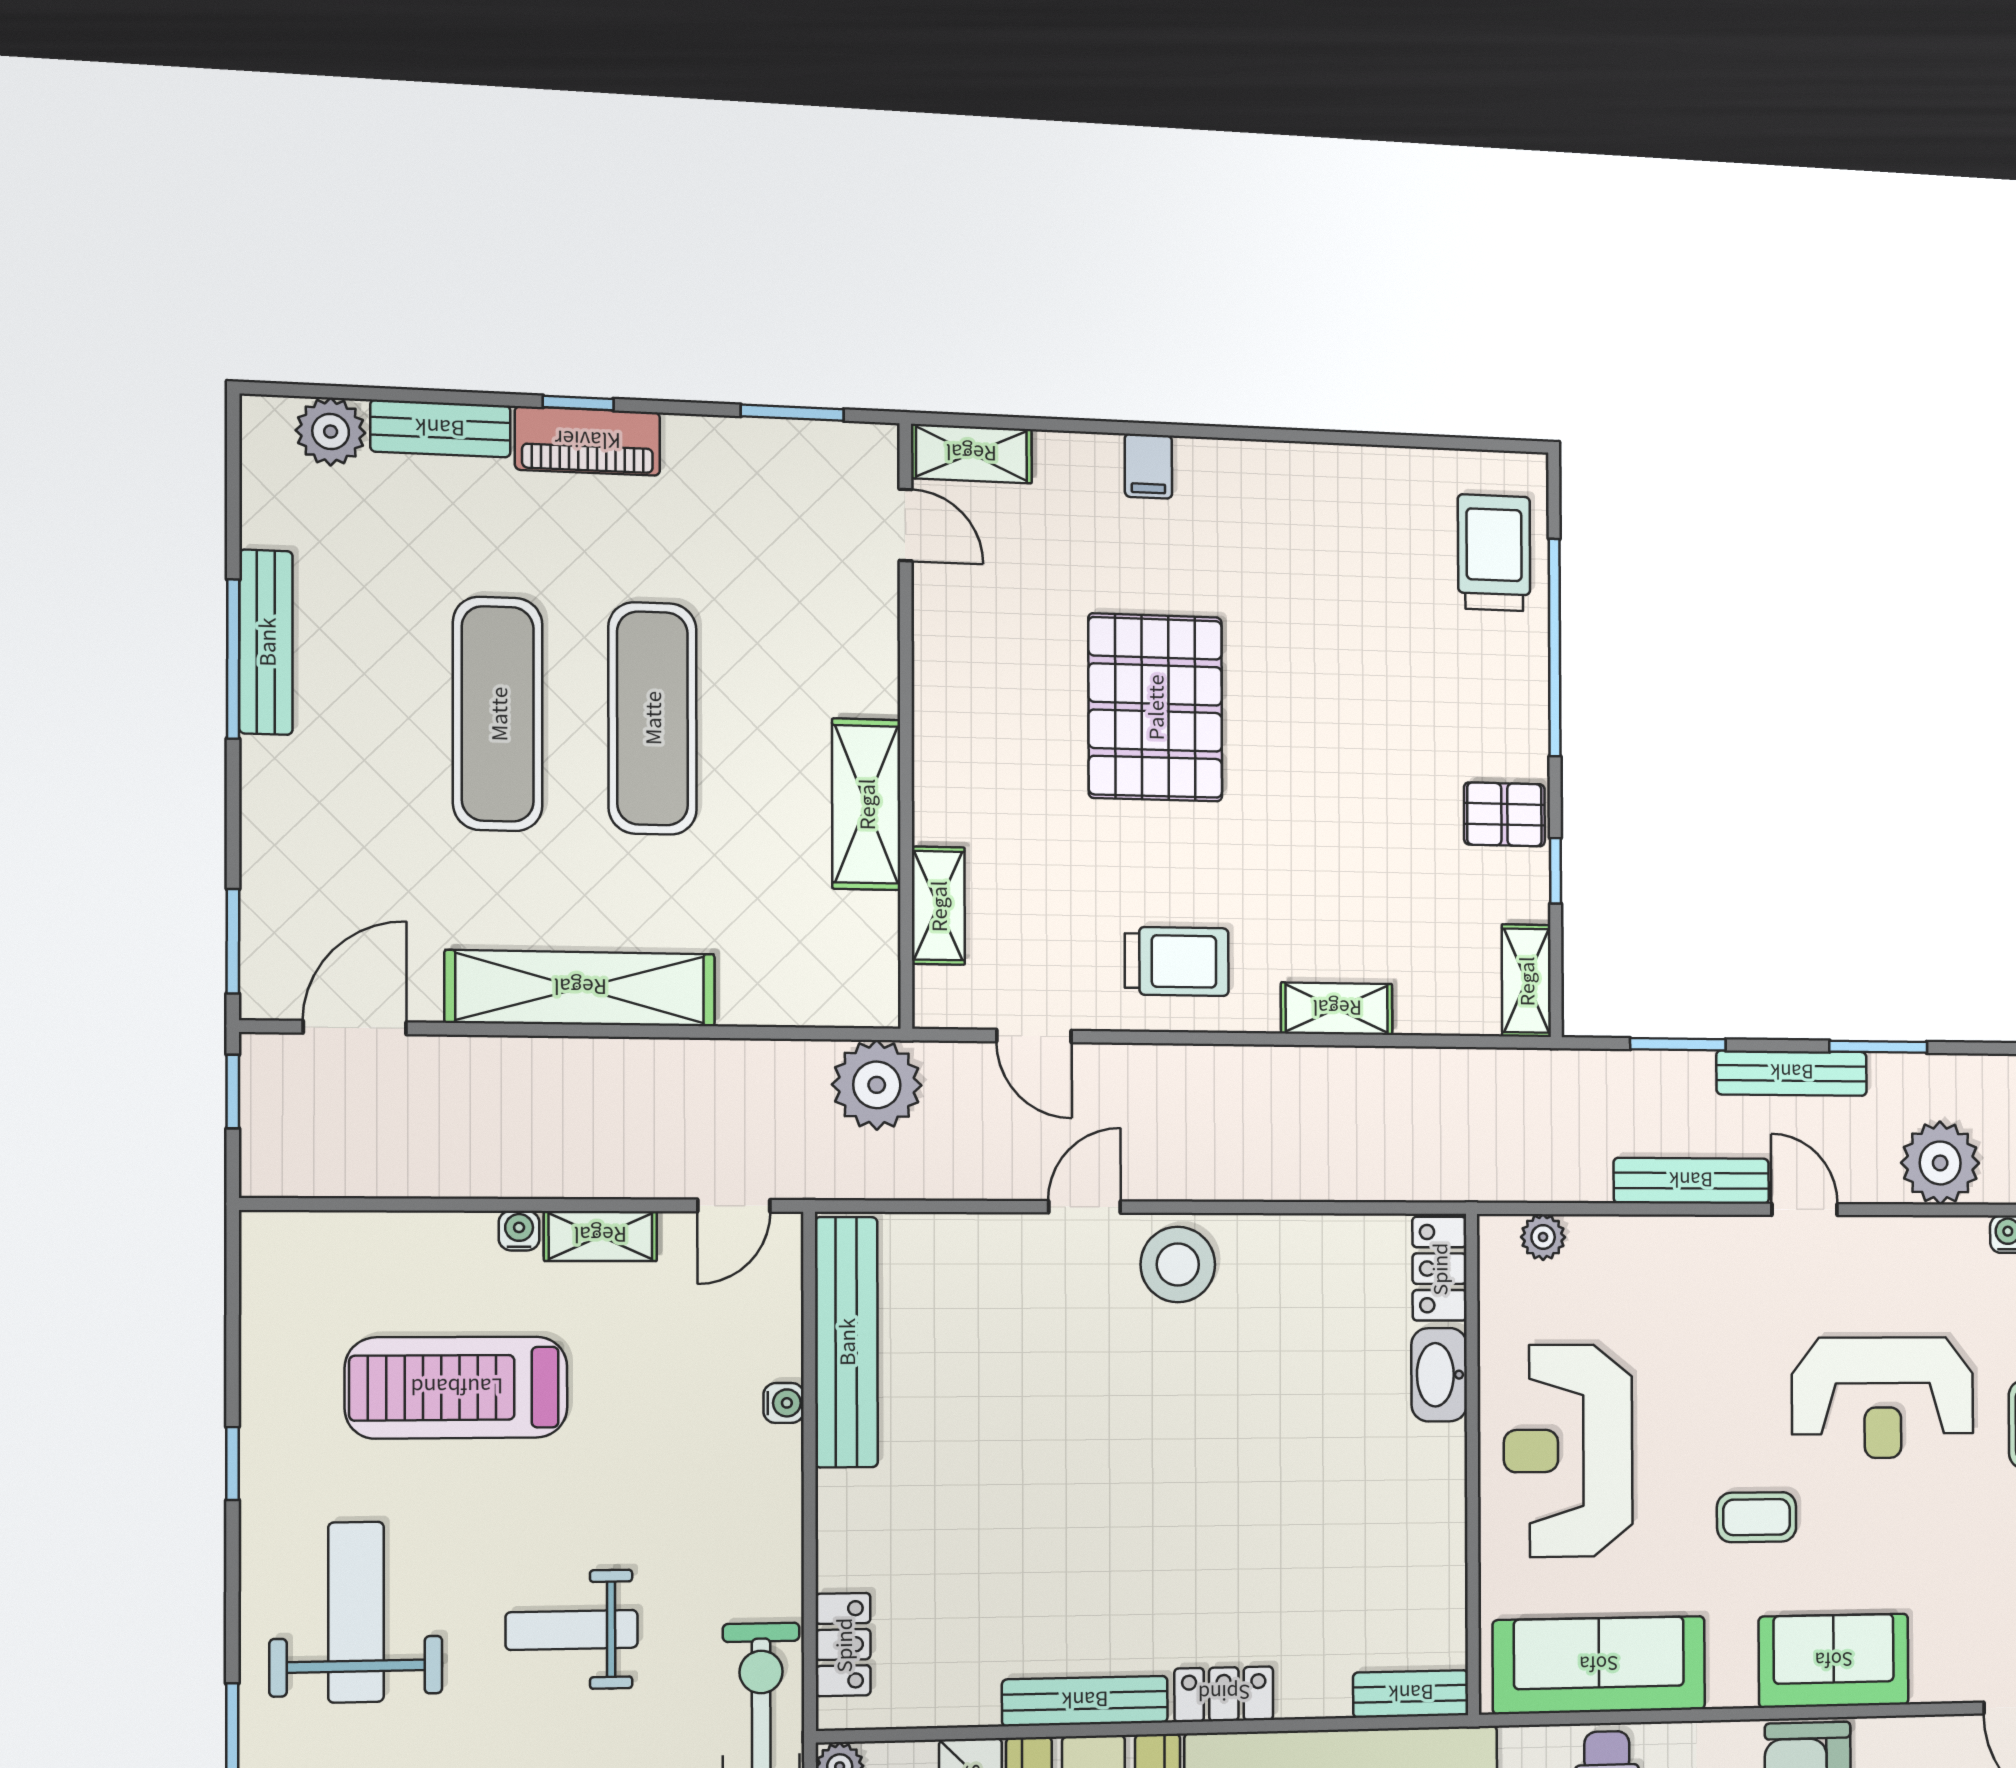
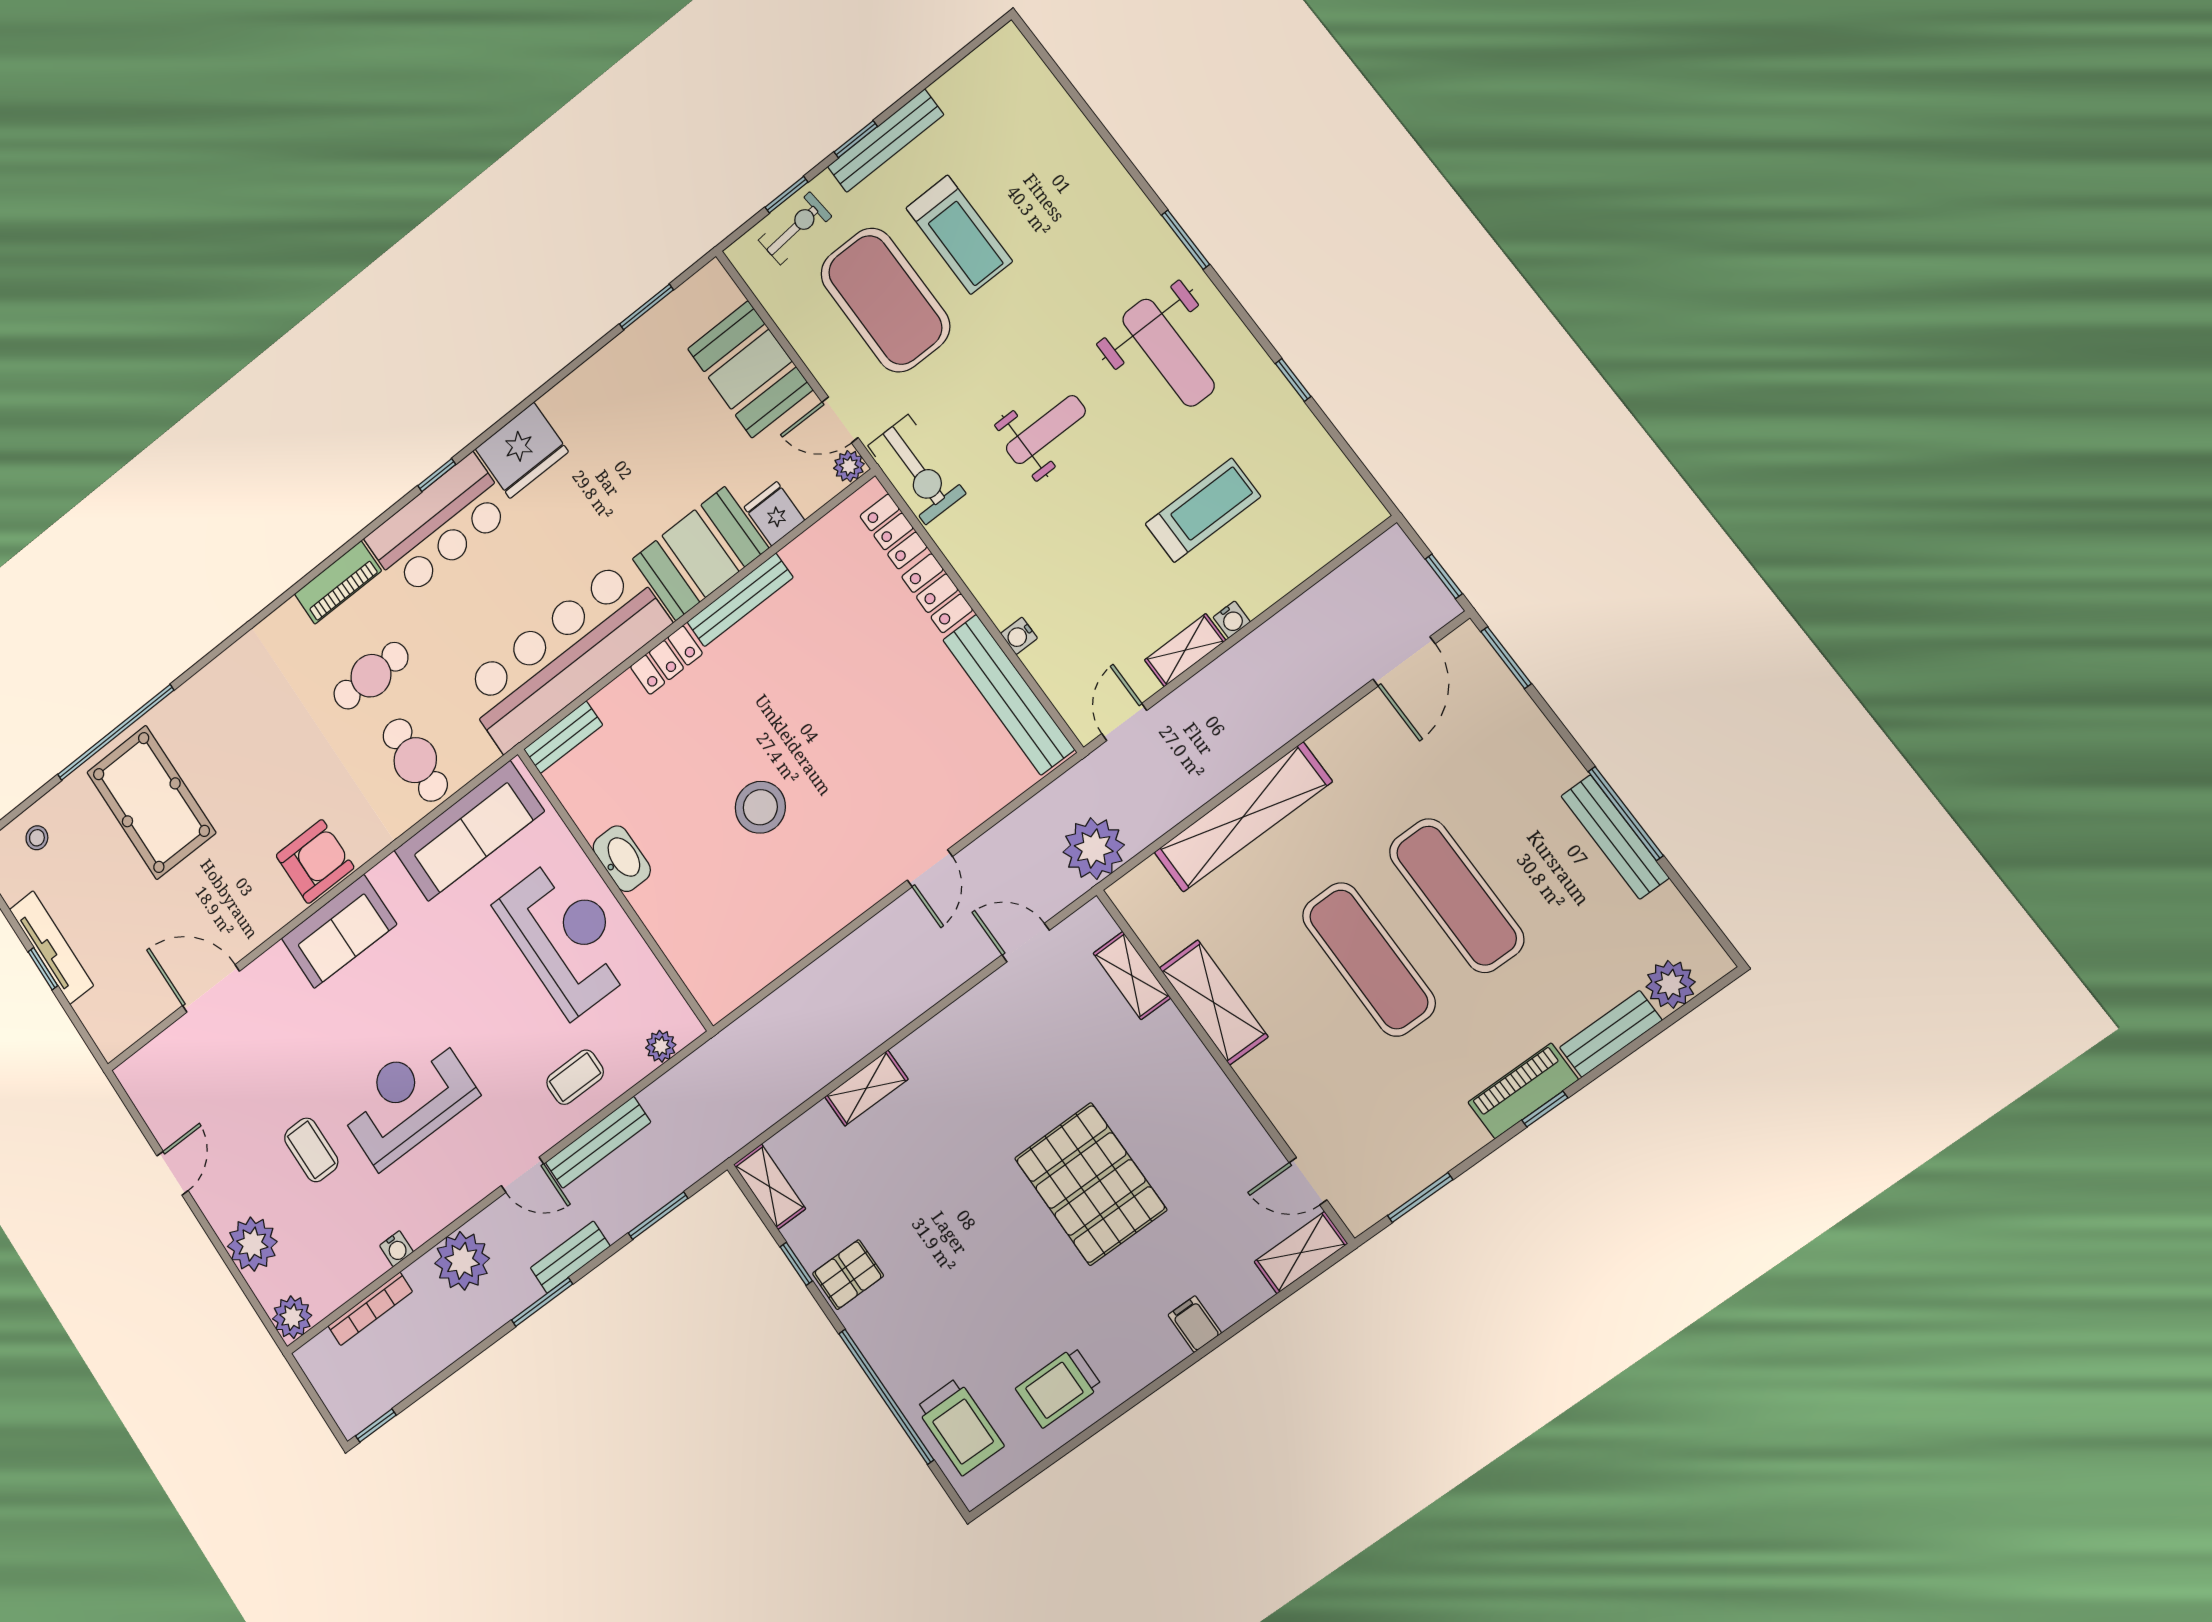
trolley: (1177, 961) -> (1059, 1387), moved
shelving: (580, 988) -> (1243, 817), moved
bench: (1792, 1073) -> (570, 1257), width x0.73
stool: (1178, 1265) -> (760, 807), moved
locker: (1439, 1269) -> (937, 593), moved, turned 180
washbasin: (1439, 1375) -> (622, 859), moved
treadmill: (457, 1388) -> (1203, 510), width x0.73, depth x0.73
coffee table: (1757, 1517) -> (575, 1077), moved

